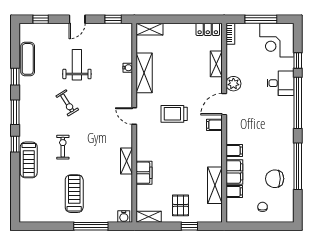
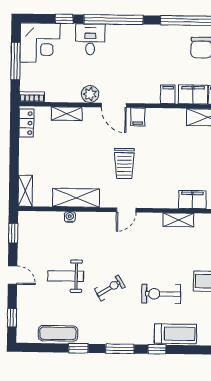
exercise bike: (63, 147) -> (161, 294), width x1.38, depth x1.39

